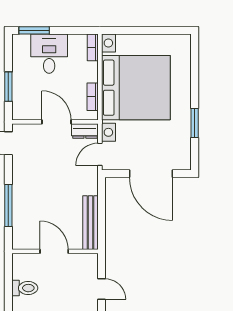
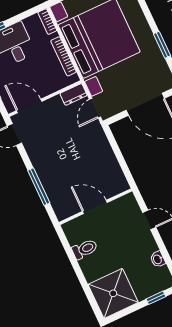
bookcase: (93, 97) -> (63, 56), width x1.56
door: (56, 122) -> (29, 106), moved
bench: (91, 223) -> (114, 169), removed

